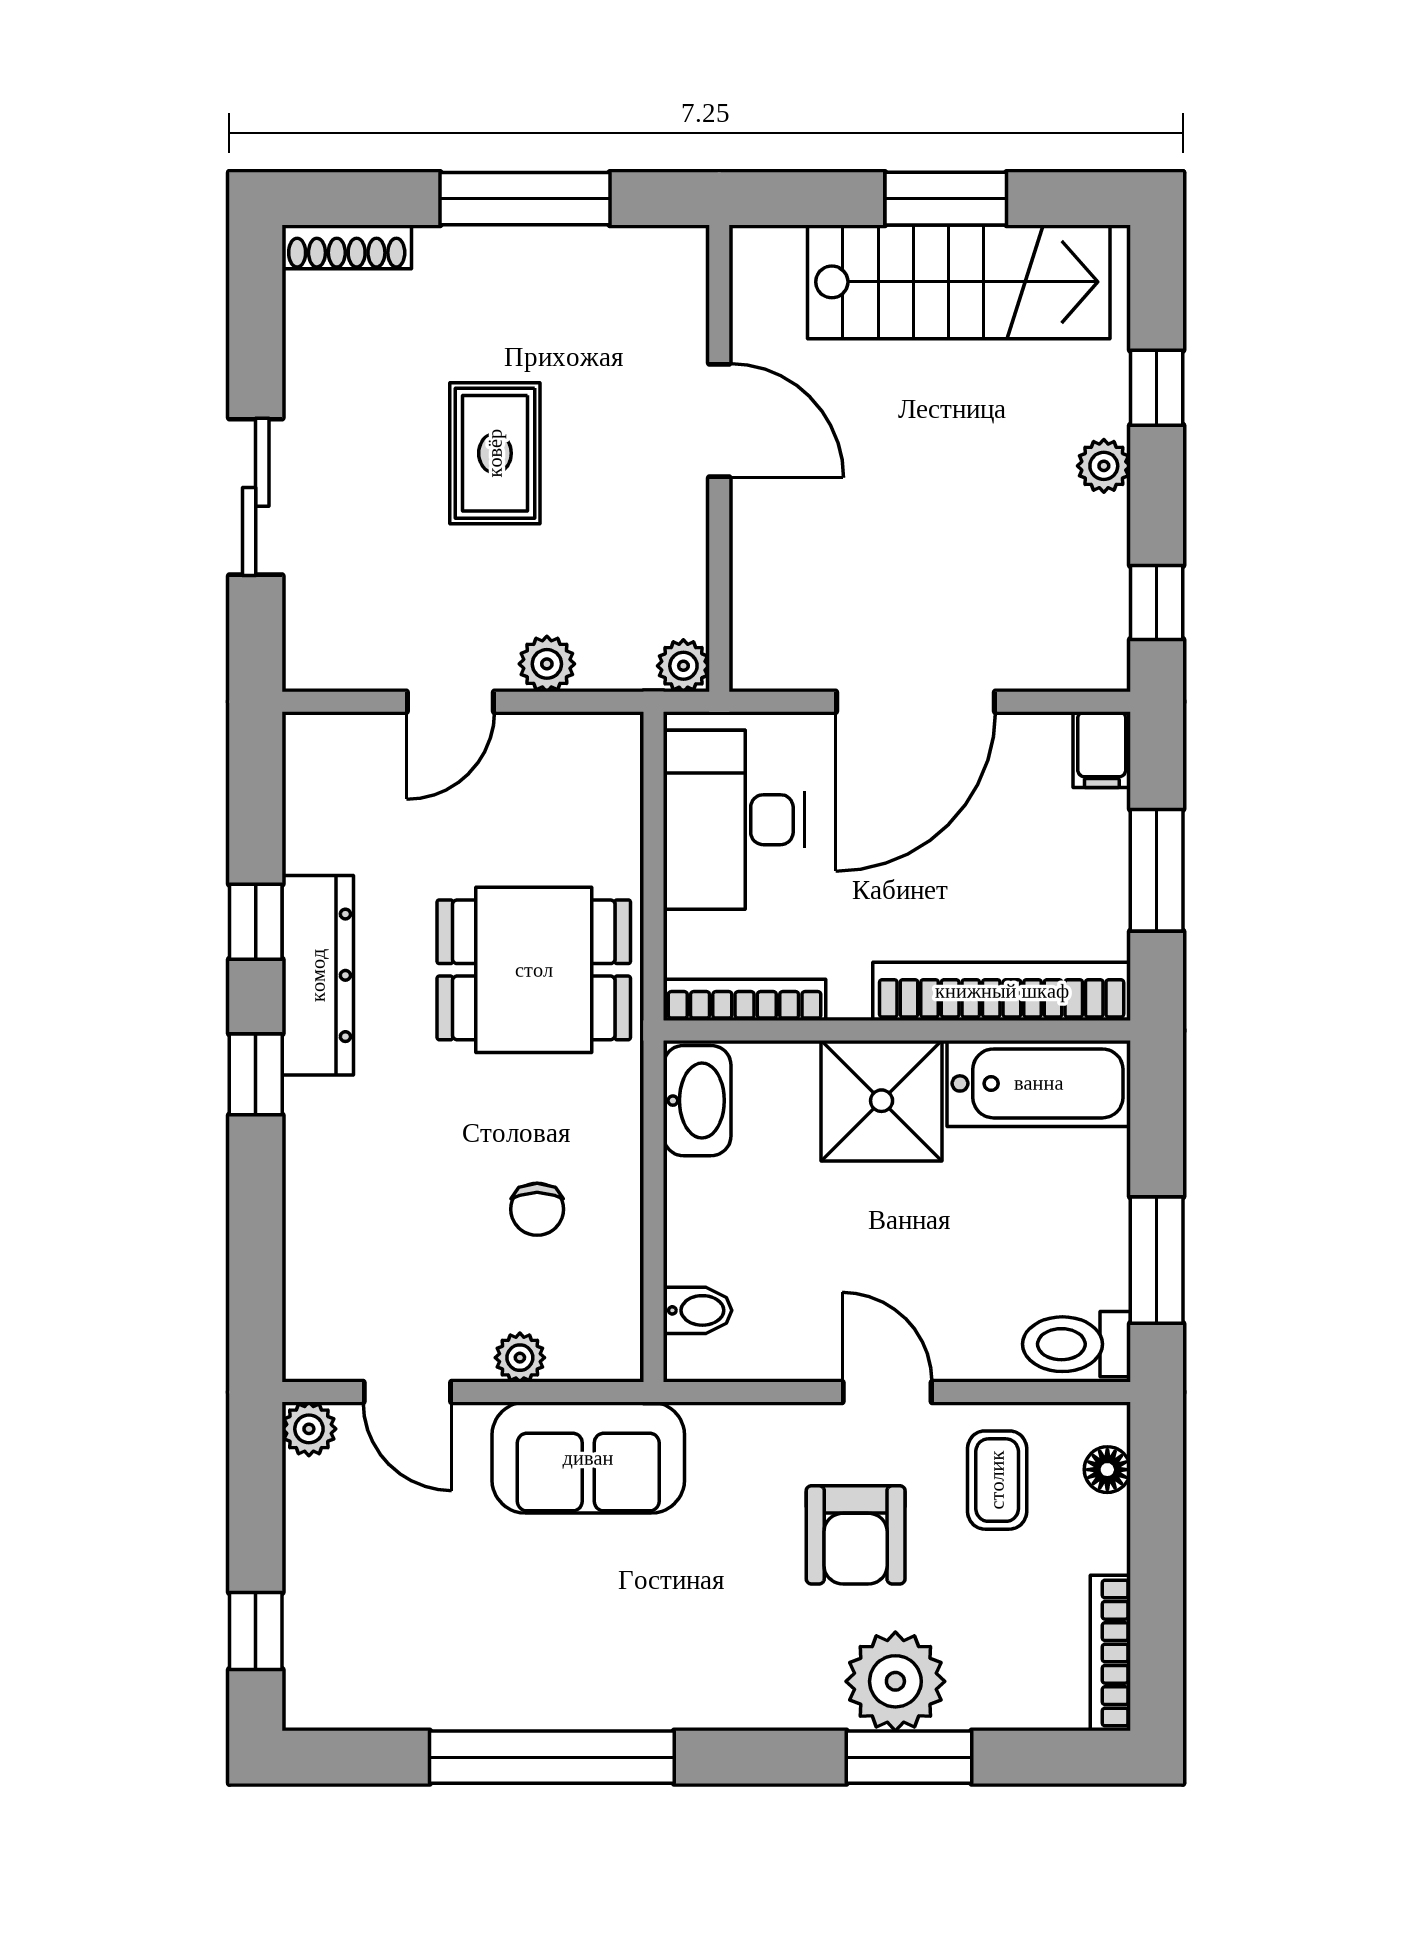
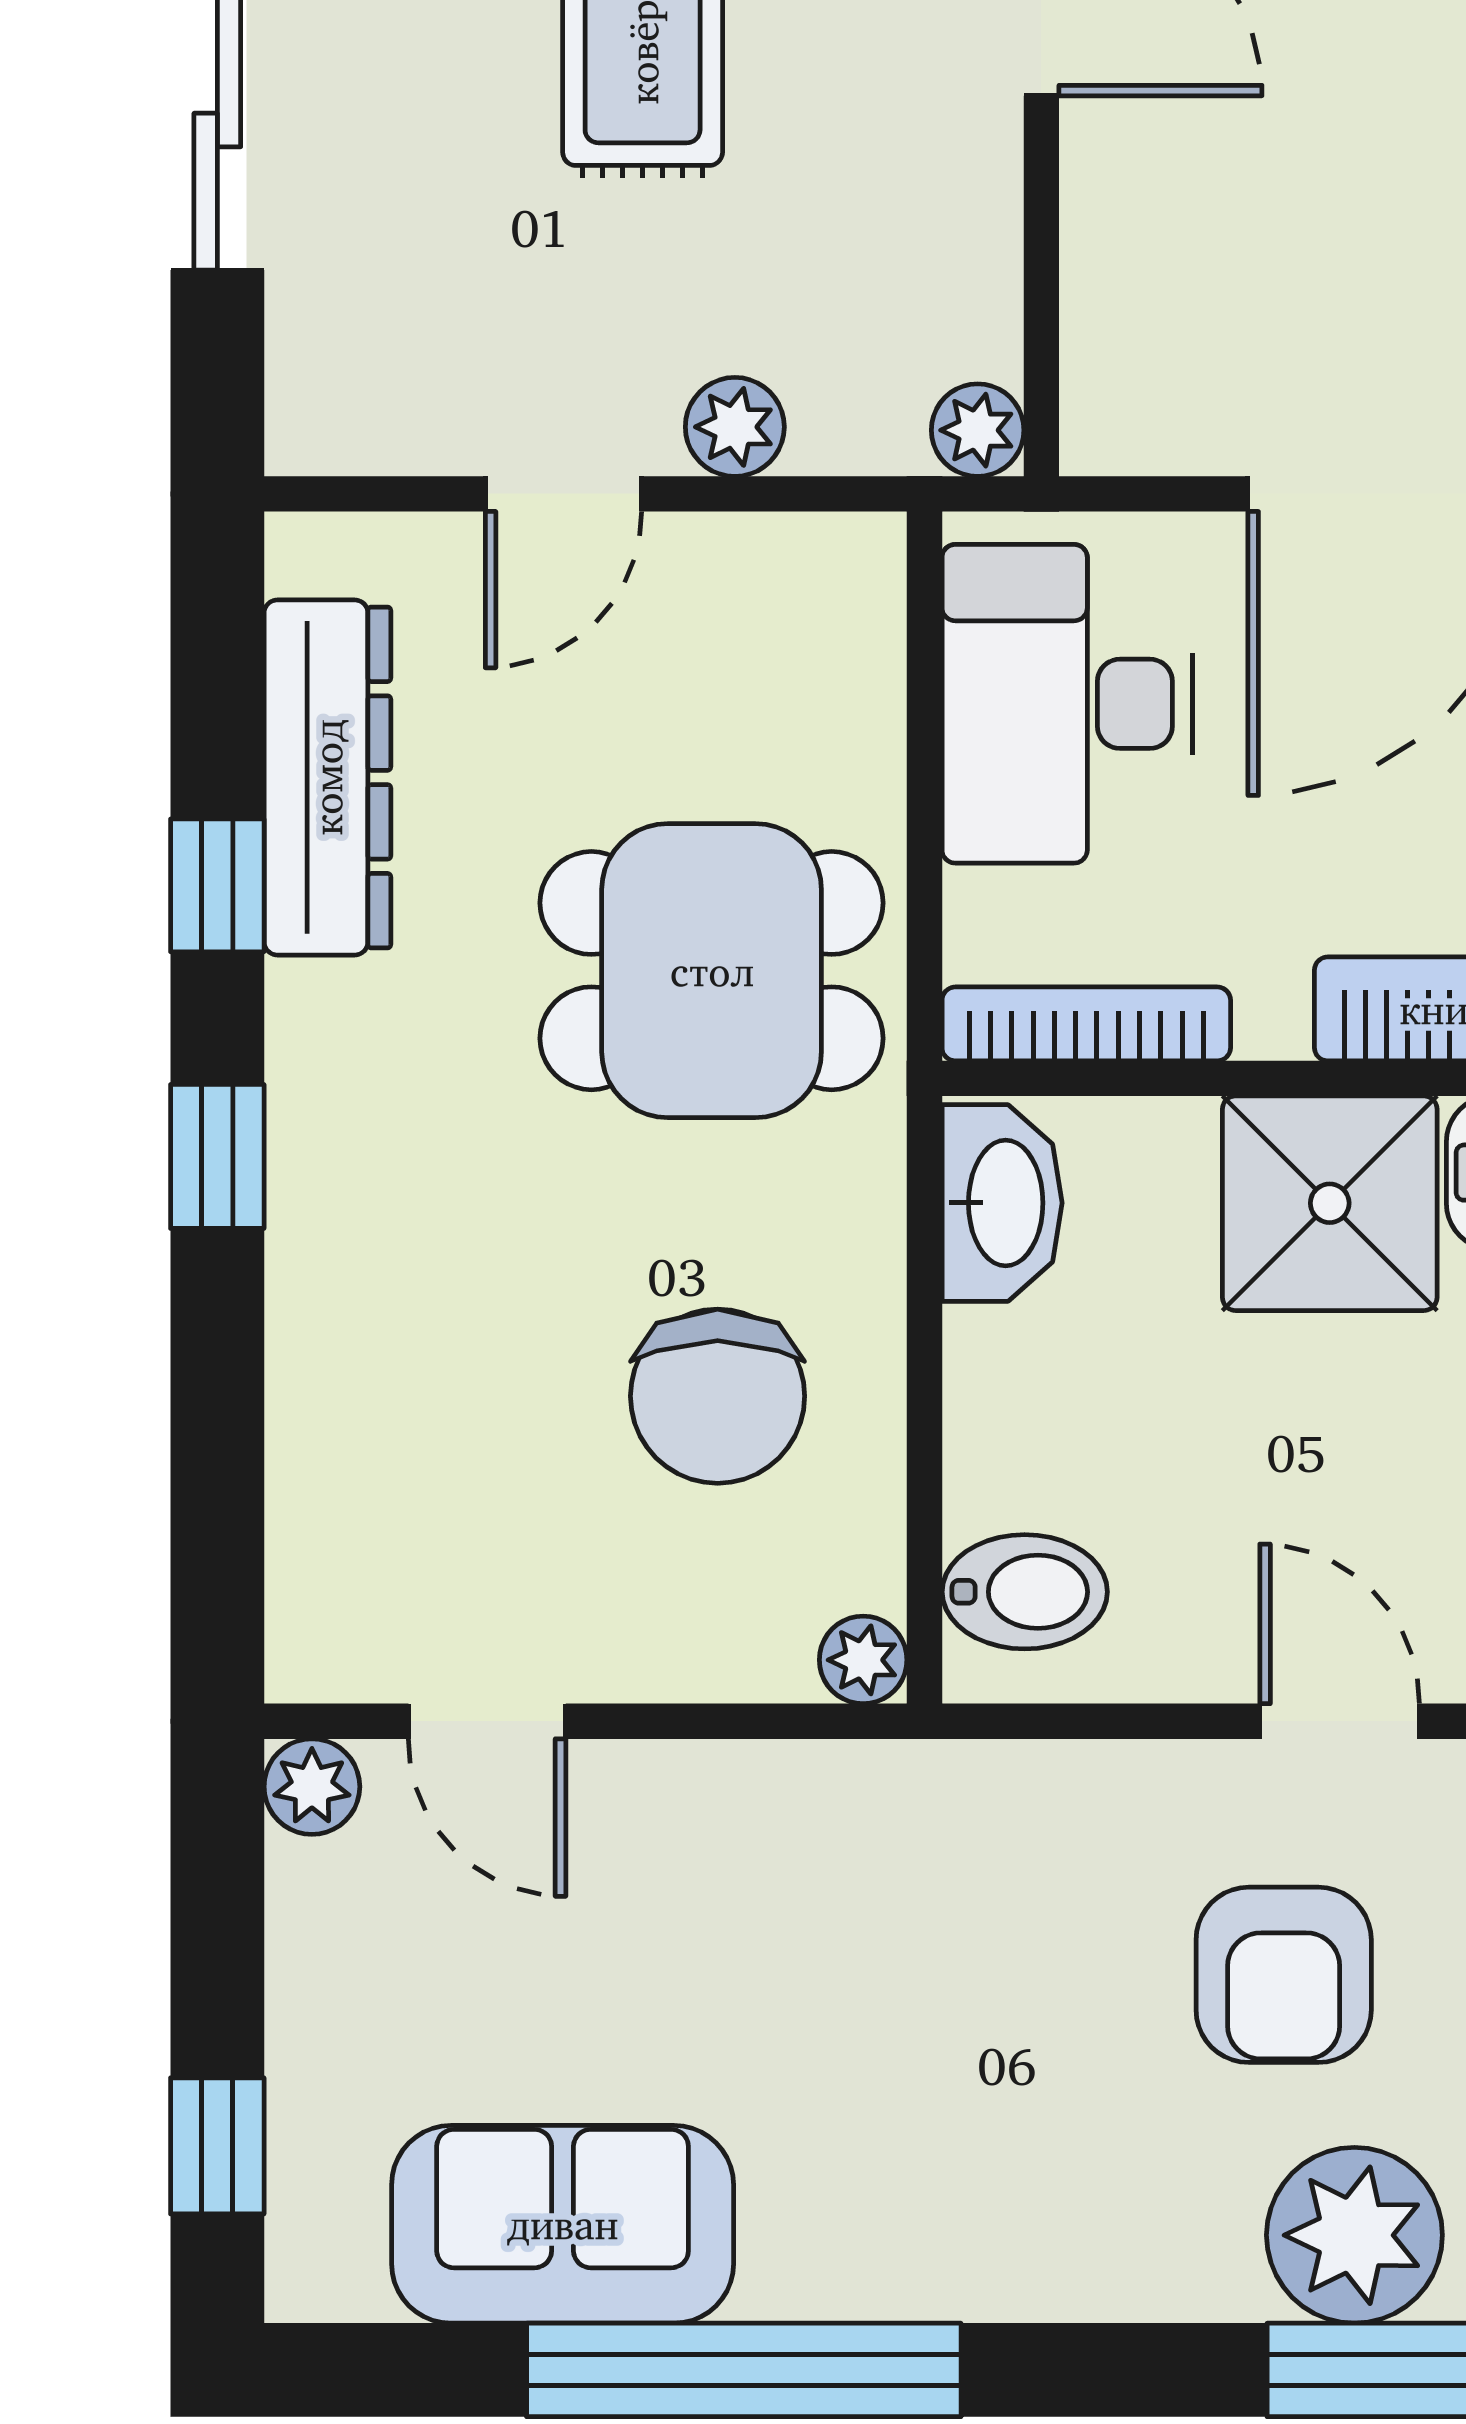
dresser: (318, 975) -> (327, 777), moved
chair: (537, 1209) -> (718, 1396), width x1.87, depth x1.87
bidet: (698, 1310) -> (1025, 1592), width x1.38, depth x1.36
plant: (520, 1358) -> (863, 1660), moved
sofa: (588, 1458) -> (563, 2224), moved, turned 180

